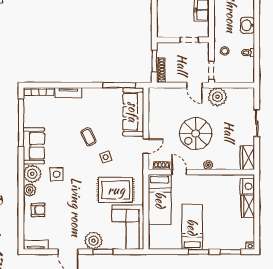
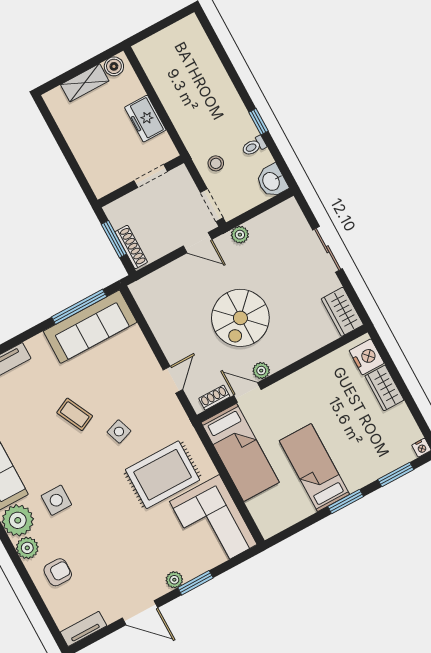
washbasin: (247, 25) -> (272, 181), moved
window: (257, 42) -> (259, 122), added
plant: (217, 97) -> (240, 235), width x0.53, depth x0.53
sofa: (133, 112) -> (90, 327), moved, turned -90
plant: (208, 165) -> (261, 371), moved
plant: (93, 241) -> (174, 580), width x0.53, depth x0.53

